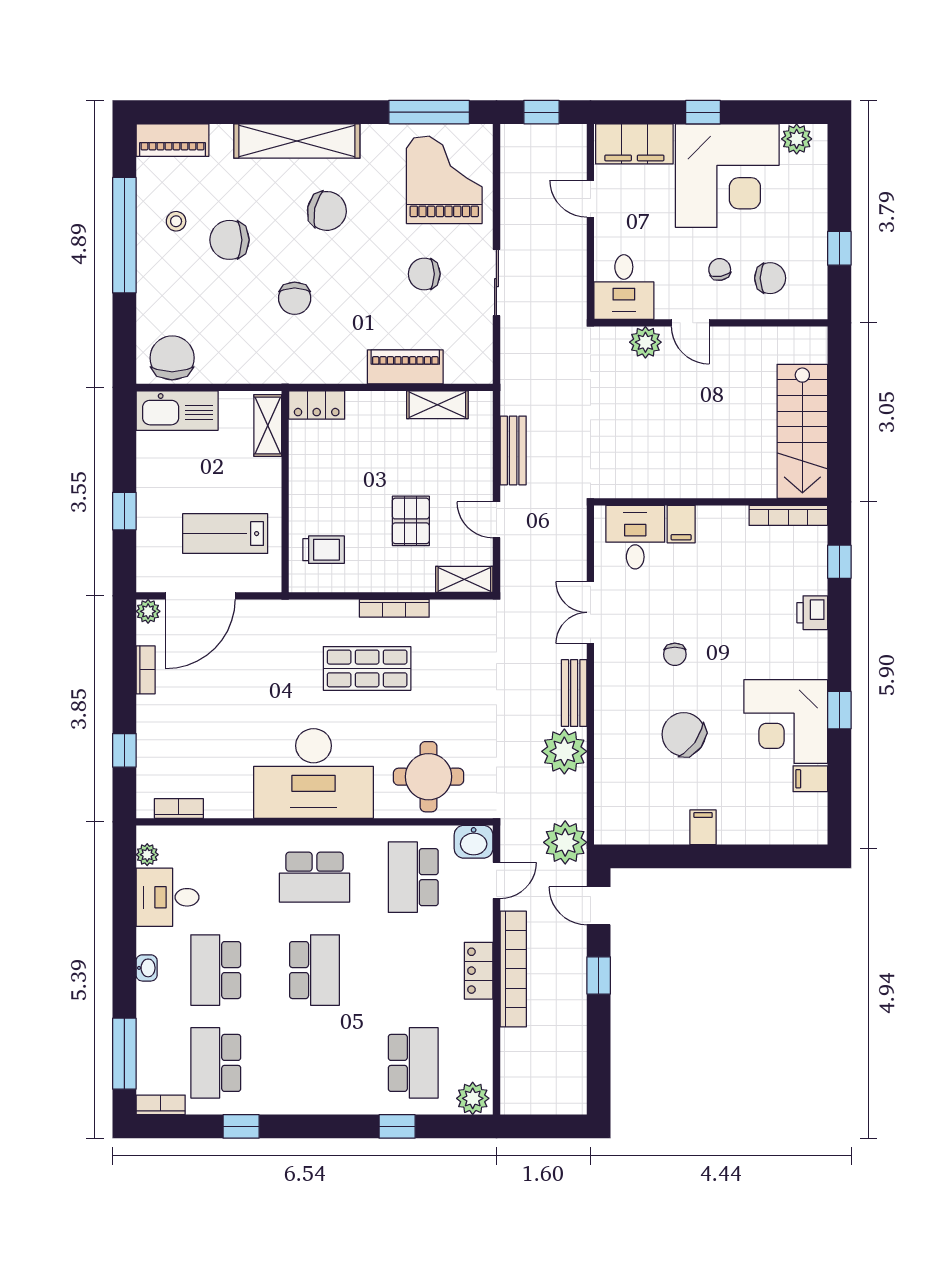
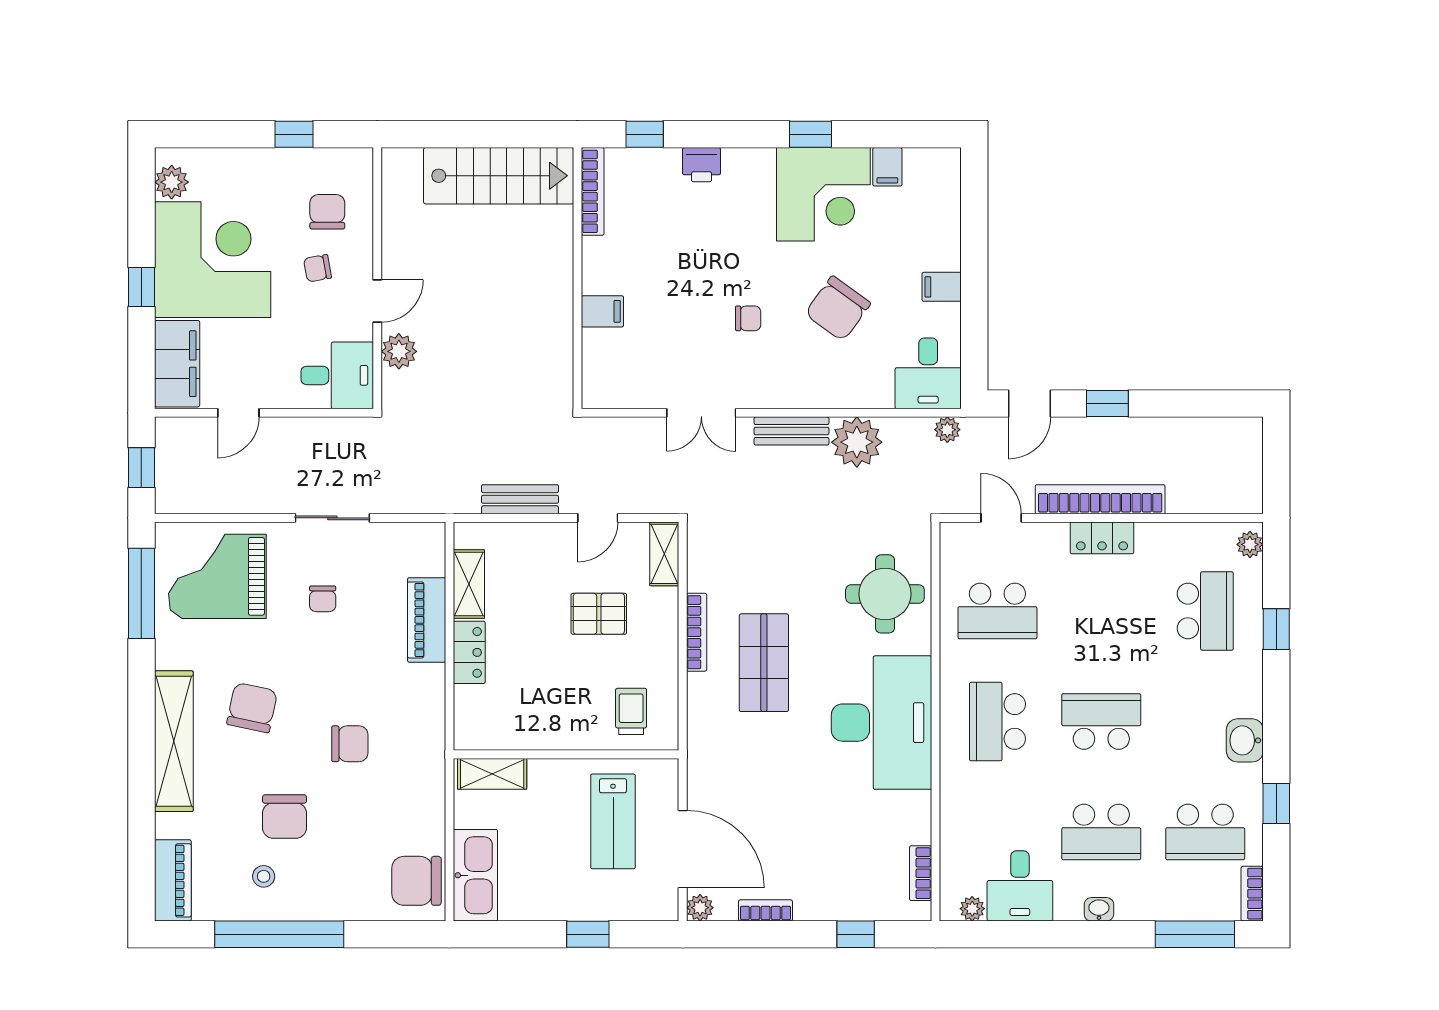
chair: (424, 274) -> (323, 599), width x0.73, depth x0.73
locker: (317, 405) -> (469, 652), moved
desk: (635, 537) -> (928, 373), moved, turned -90
washbasin: (474, 842) -> (1245, 740), moved, turned 180
plant: (565, 842) -> (947, 430), width x0.53, depth x0.53
school desk: (315, 877) -> (997, 721), turned 180
school desk: (413, 1063) -> (1205, 611), turned 90
plant: (473, 1098) -> (1250, 544), width x0.73, depth x0.73

